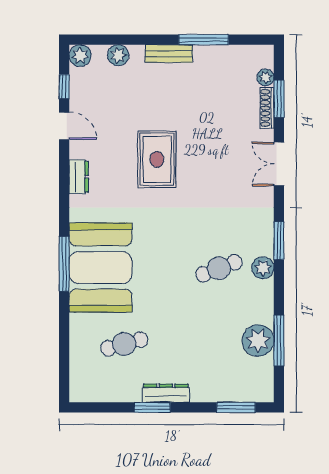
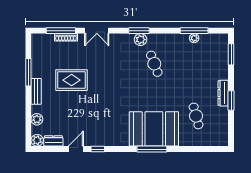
plant: (265, 77) -> (49, 38), removed
window: (64, 87) -> (98, 149), moved
window: (279, 99) -> (61, 31), width x1.44
rug: (157, 159) -> (72, 80), moved
dresser: (79, 177) -> (53, 141), moved
plant: (263, 268) -> (140, 40), moved
plant: (258, 341) -> (194, 38), width x0.53, depth x0.53

